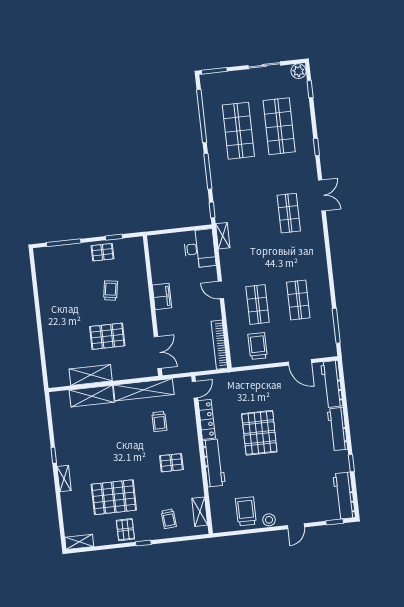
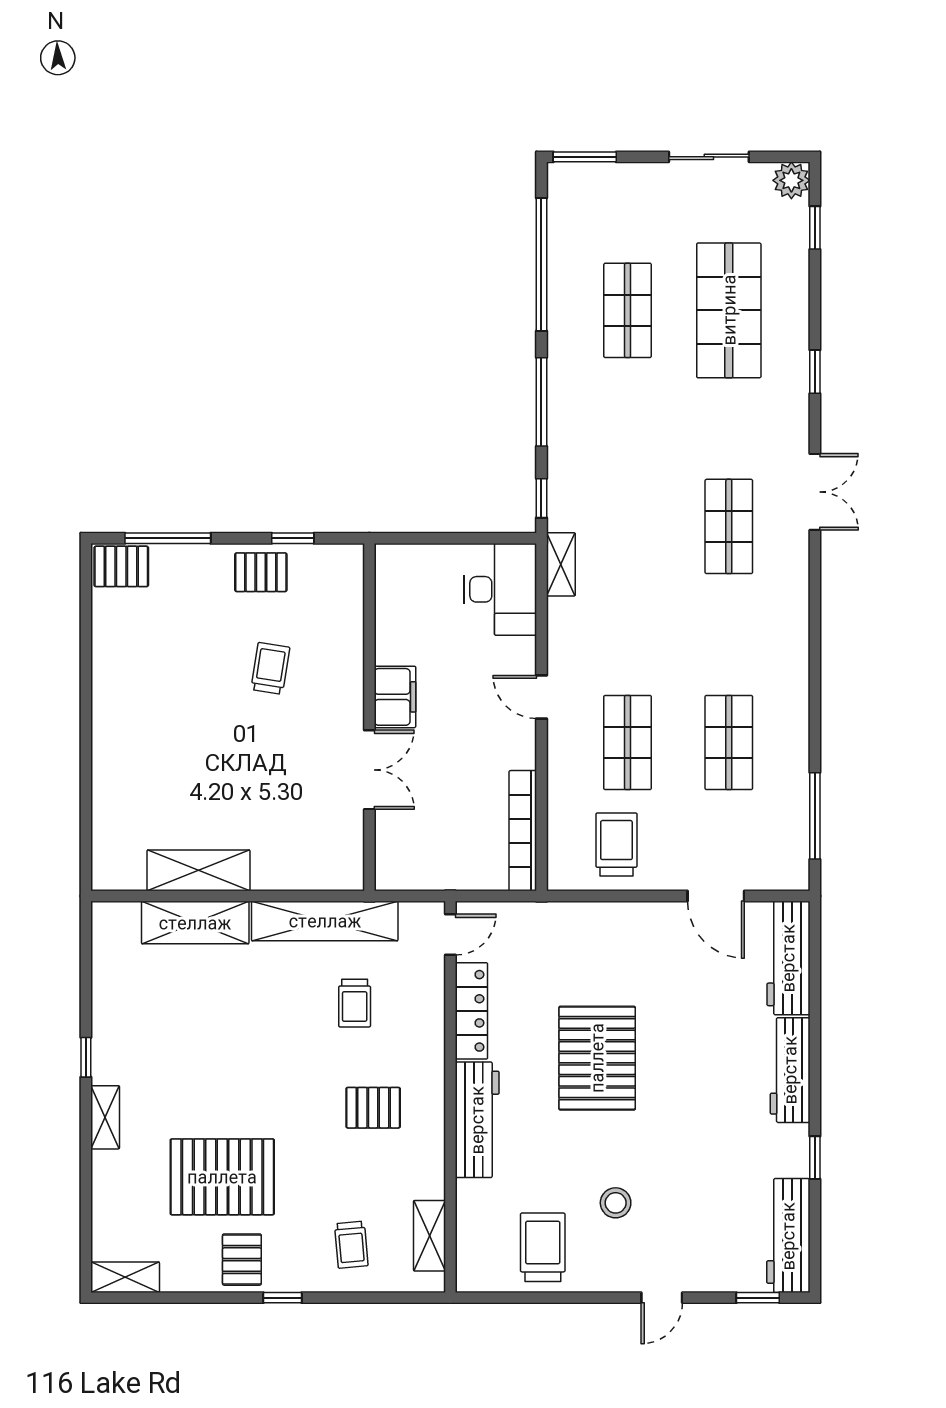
shop shelf: (238, 131) -> (628, 310), width x0.70, depth x0.74
pallet: (107, 336) -> (121, 566), moved, width x0.67, depth x0.71
double door: (158, 353) -> (369, 770), moved
stool: (269, 520) -> (616, 1203), moved

